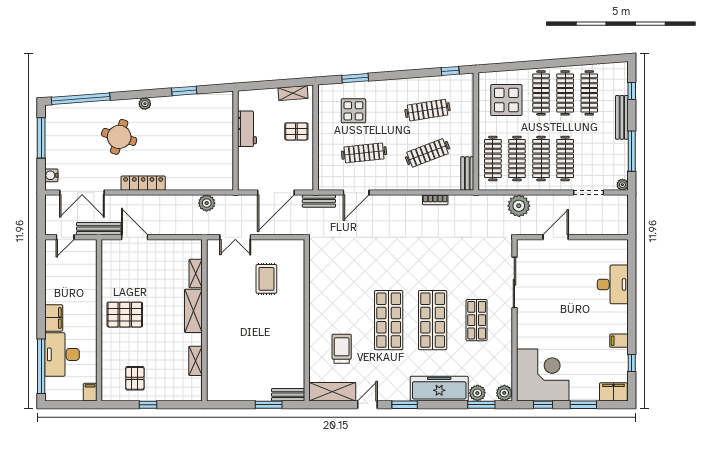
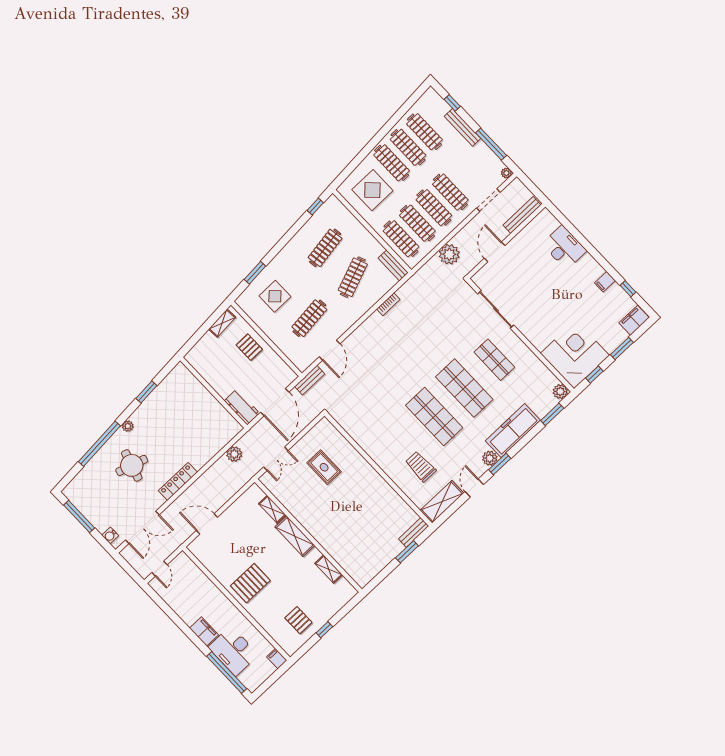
window: (81, 99) -> (99, 444), moved
workbench: (247, 129) -> (242, 407), moved
pallet: (296, 131) -> (249, 347), turned 90
bench: (99, 229) -> (522, 215), moved
plant: (477, 393) -> (490, 458), moved

